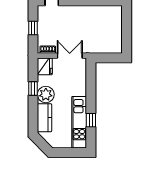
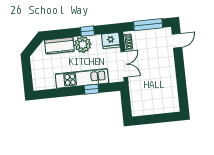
window: (33, 28) -> (148, 25), width x2.17
window: (91, 120) -> (92, 89), moved
kitchen unit: (79, 122) -> (82, 78), moved

